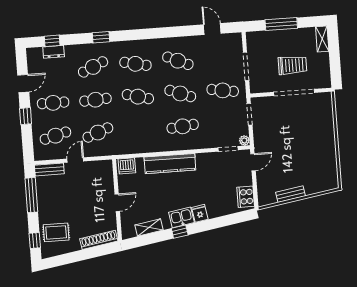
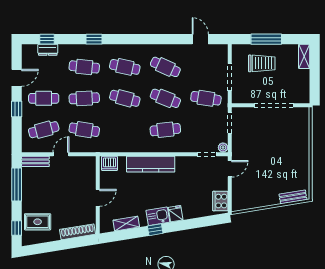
trolley: (292, 65) -> (262, 63), moved
cafe table: (93, 67) -> (84, 67), turned 30
cafe table: (98, 133) -> (84, 130), turned 30
bench: (291, 194) -> (293, 197), moved

